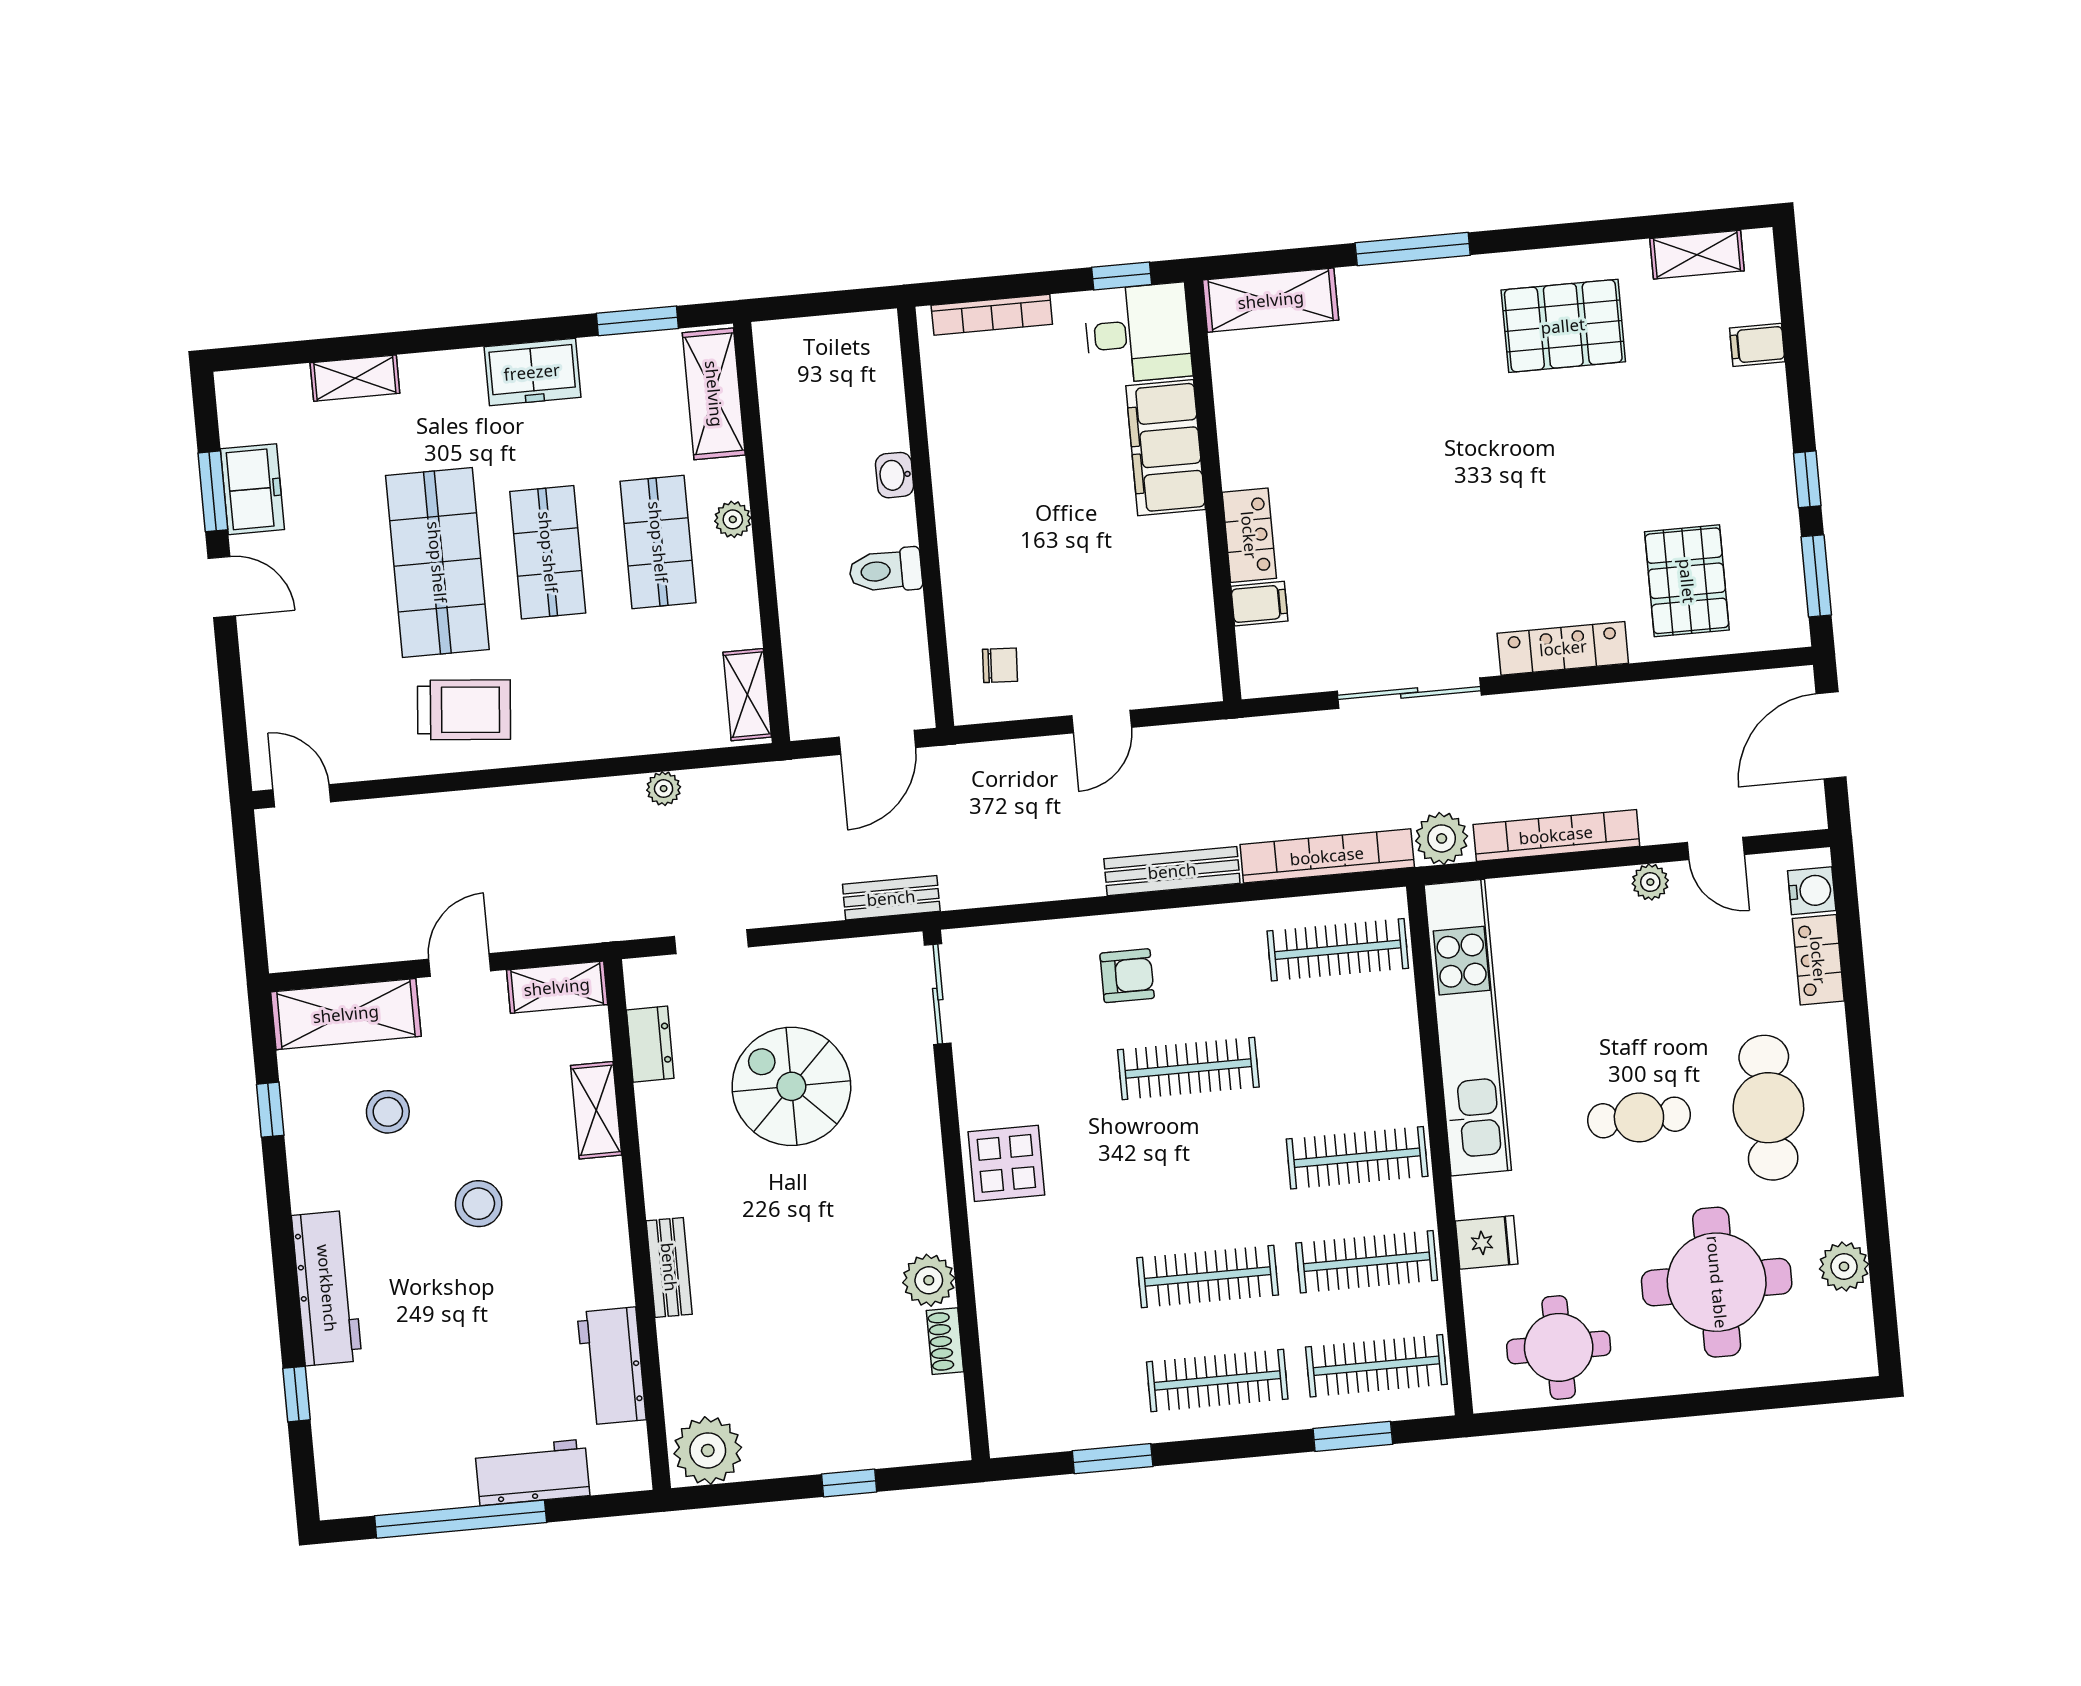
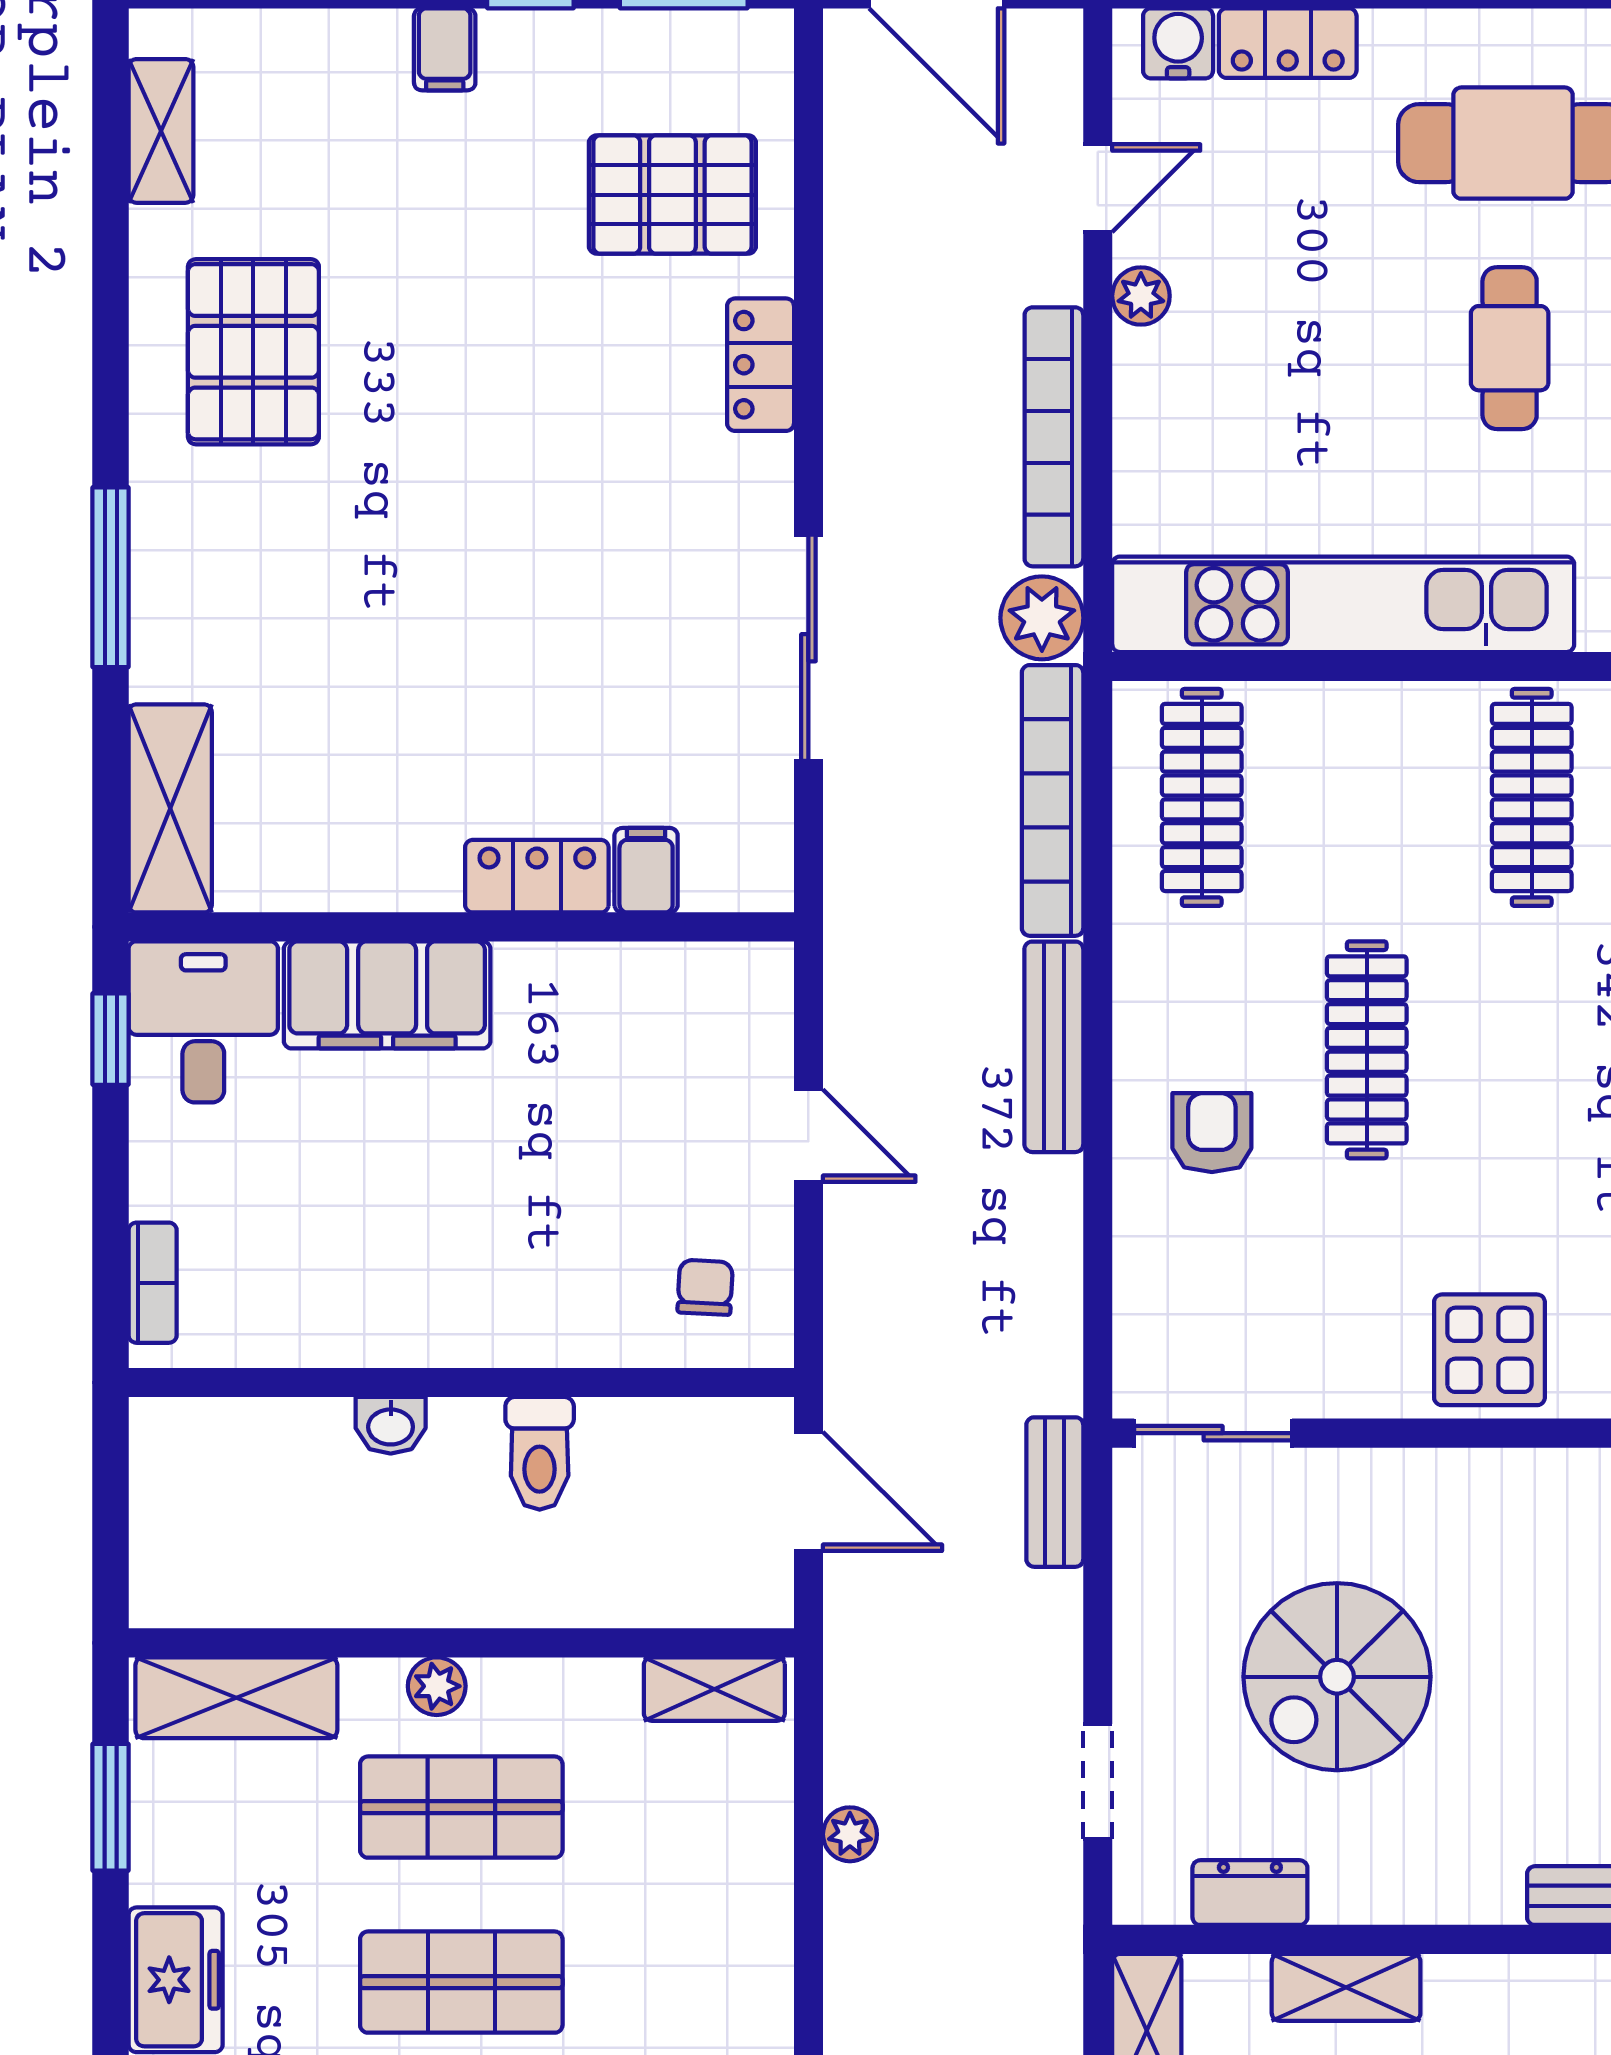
bookcase: (992, 315) -> (153, 1283), width x0.64
filing cabinet: (1757, 345) -> (445, 49), moved
locker: (1563, 648) -> (761, 365), width x0.66

